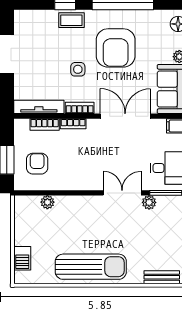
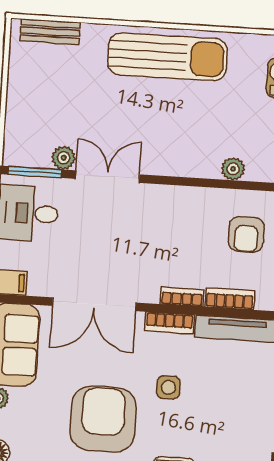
double door: (122, 193) -> (108, 177), swing flipped
sun lounger: (91, 267) -> (168, 57), turned 180

